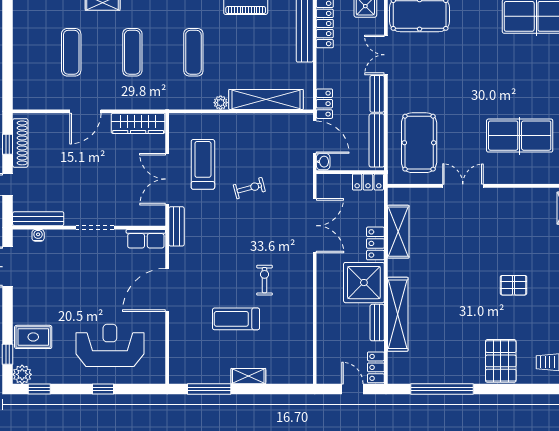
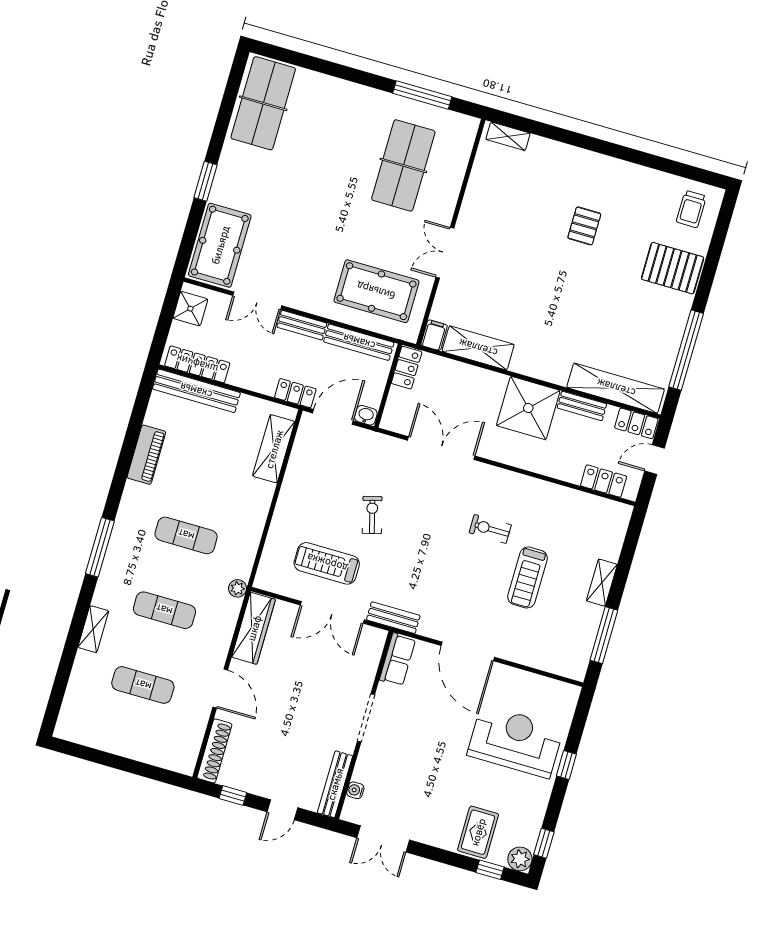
shelving: (266, 99) -> (274, 449), width x0.68
plant: (221, 103) -> (238, 588), moved
shoe rack: (20, 143) -> (214, 751), moved, turned 90
filing cabinet: (398, 196) -> (434, 335), added
locker: (375, 243) -> (604, 481), moved, turned 180
shelving: (398, 314) -> (616, 388), moved
reception desk: (110, 345) -> (515, 741), turned 90

